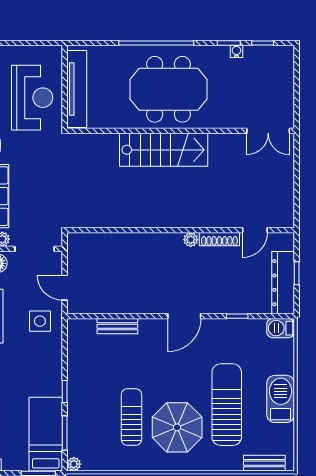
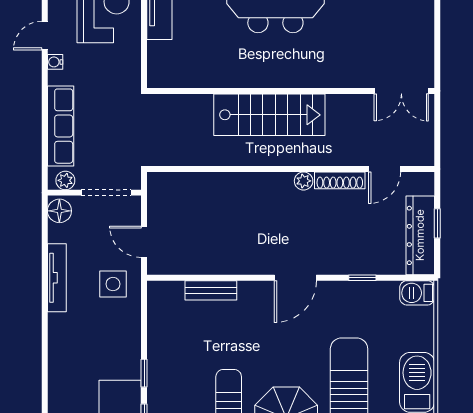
wall: (181, 131) -> (291, 91), moved
double door: (268, 131) -> (401, 91), moved
stairs: (164, 150) -> (269, 115), moved

